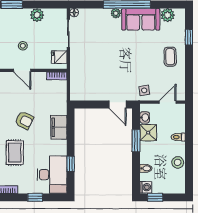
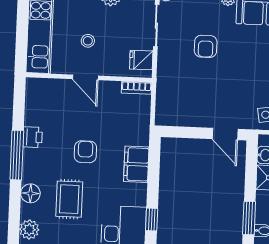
armchair: (102, 46) -> (206, 46), added
armchair: (24, 120) -> (85, 152), turned -117
window: (136, 141) -> (249, 218), moved

